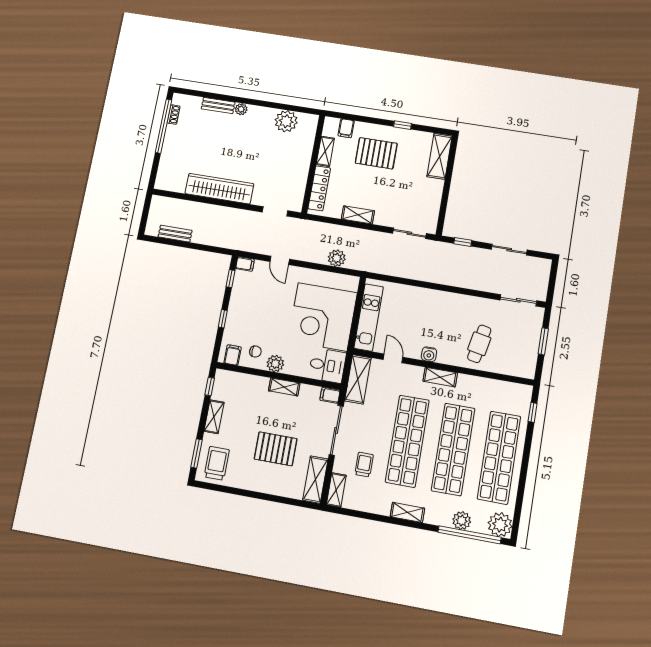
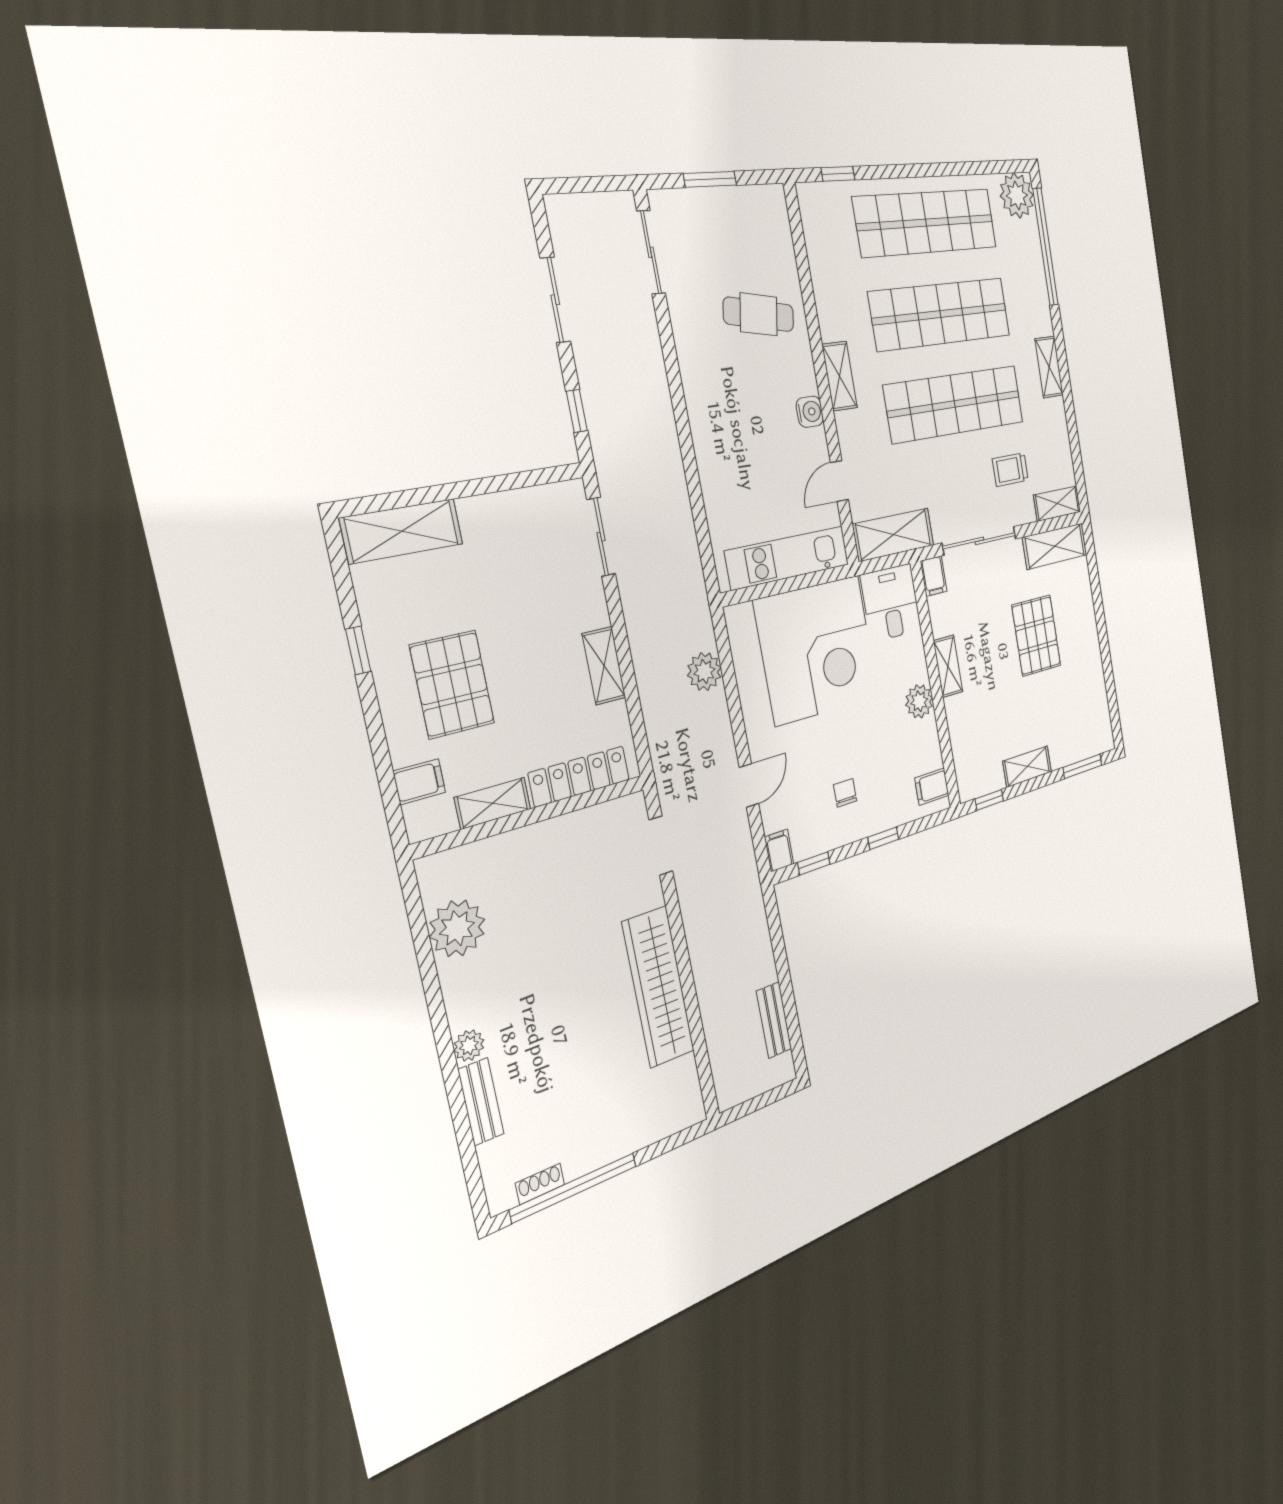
chair: (255, 352) -> (845, 793), moved
trolley: (217, 463) -> (1084, 725), removed
plant: (462, 521) -> (1032, 267), removed

